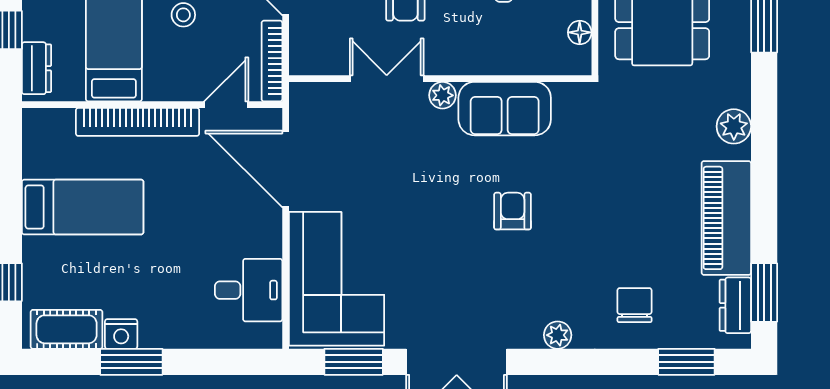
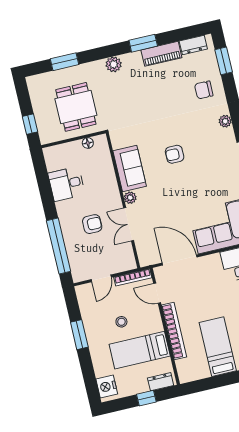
door: (286, 169) -> (180, 260), swing flipped
piano: (726, 218) -> (161, 54), width x0.73, depth x0.75
window: (764, 293) -> (143, 43), moved

